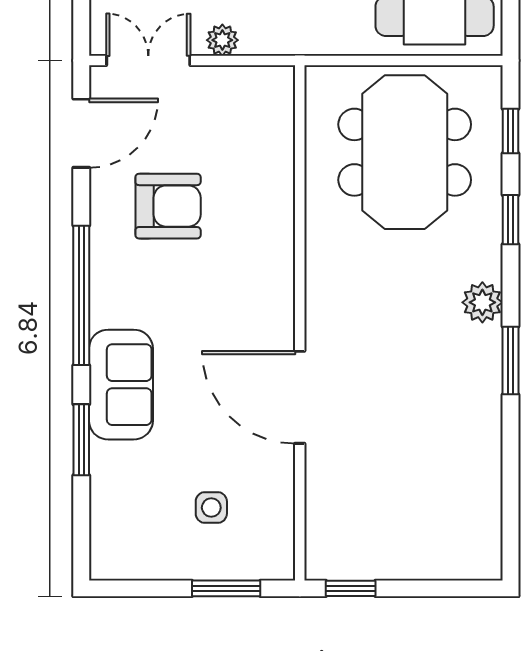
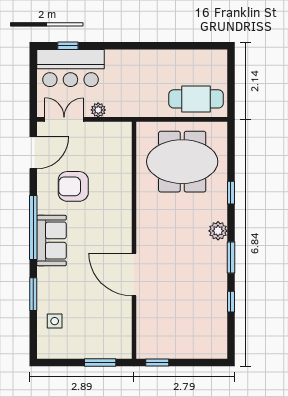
window: (510, 131) -> (231, 302), moved
meeting table: (405, 152) -> (182, 162), turned 90
armchair: (168, 206) -> (73, 186), turned 180
sofa: (121, 385) -> (52, 241), moved
side table: (211, 508) -> (55, 321), moved

